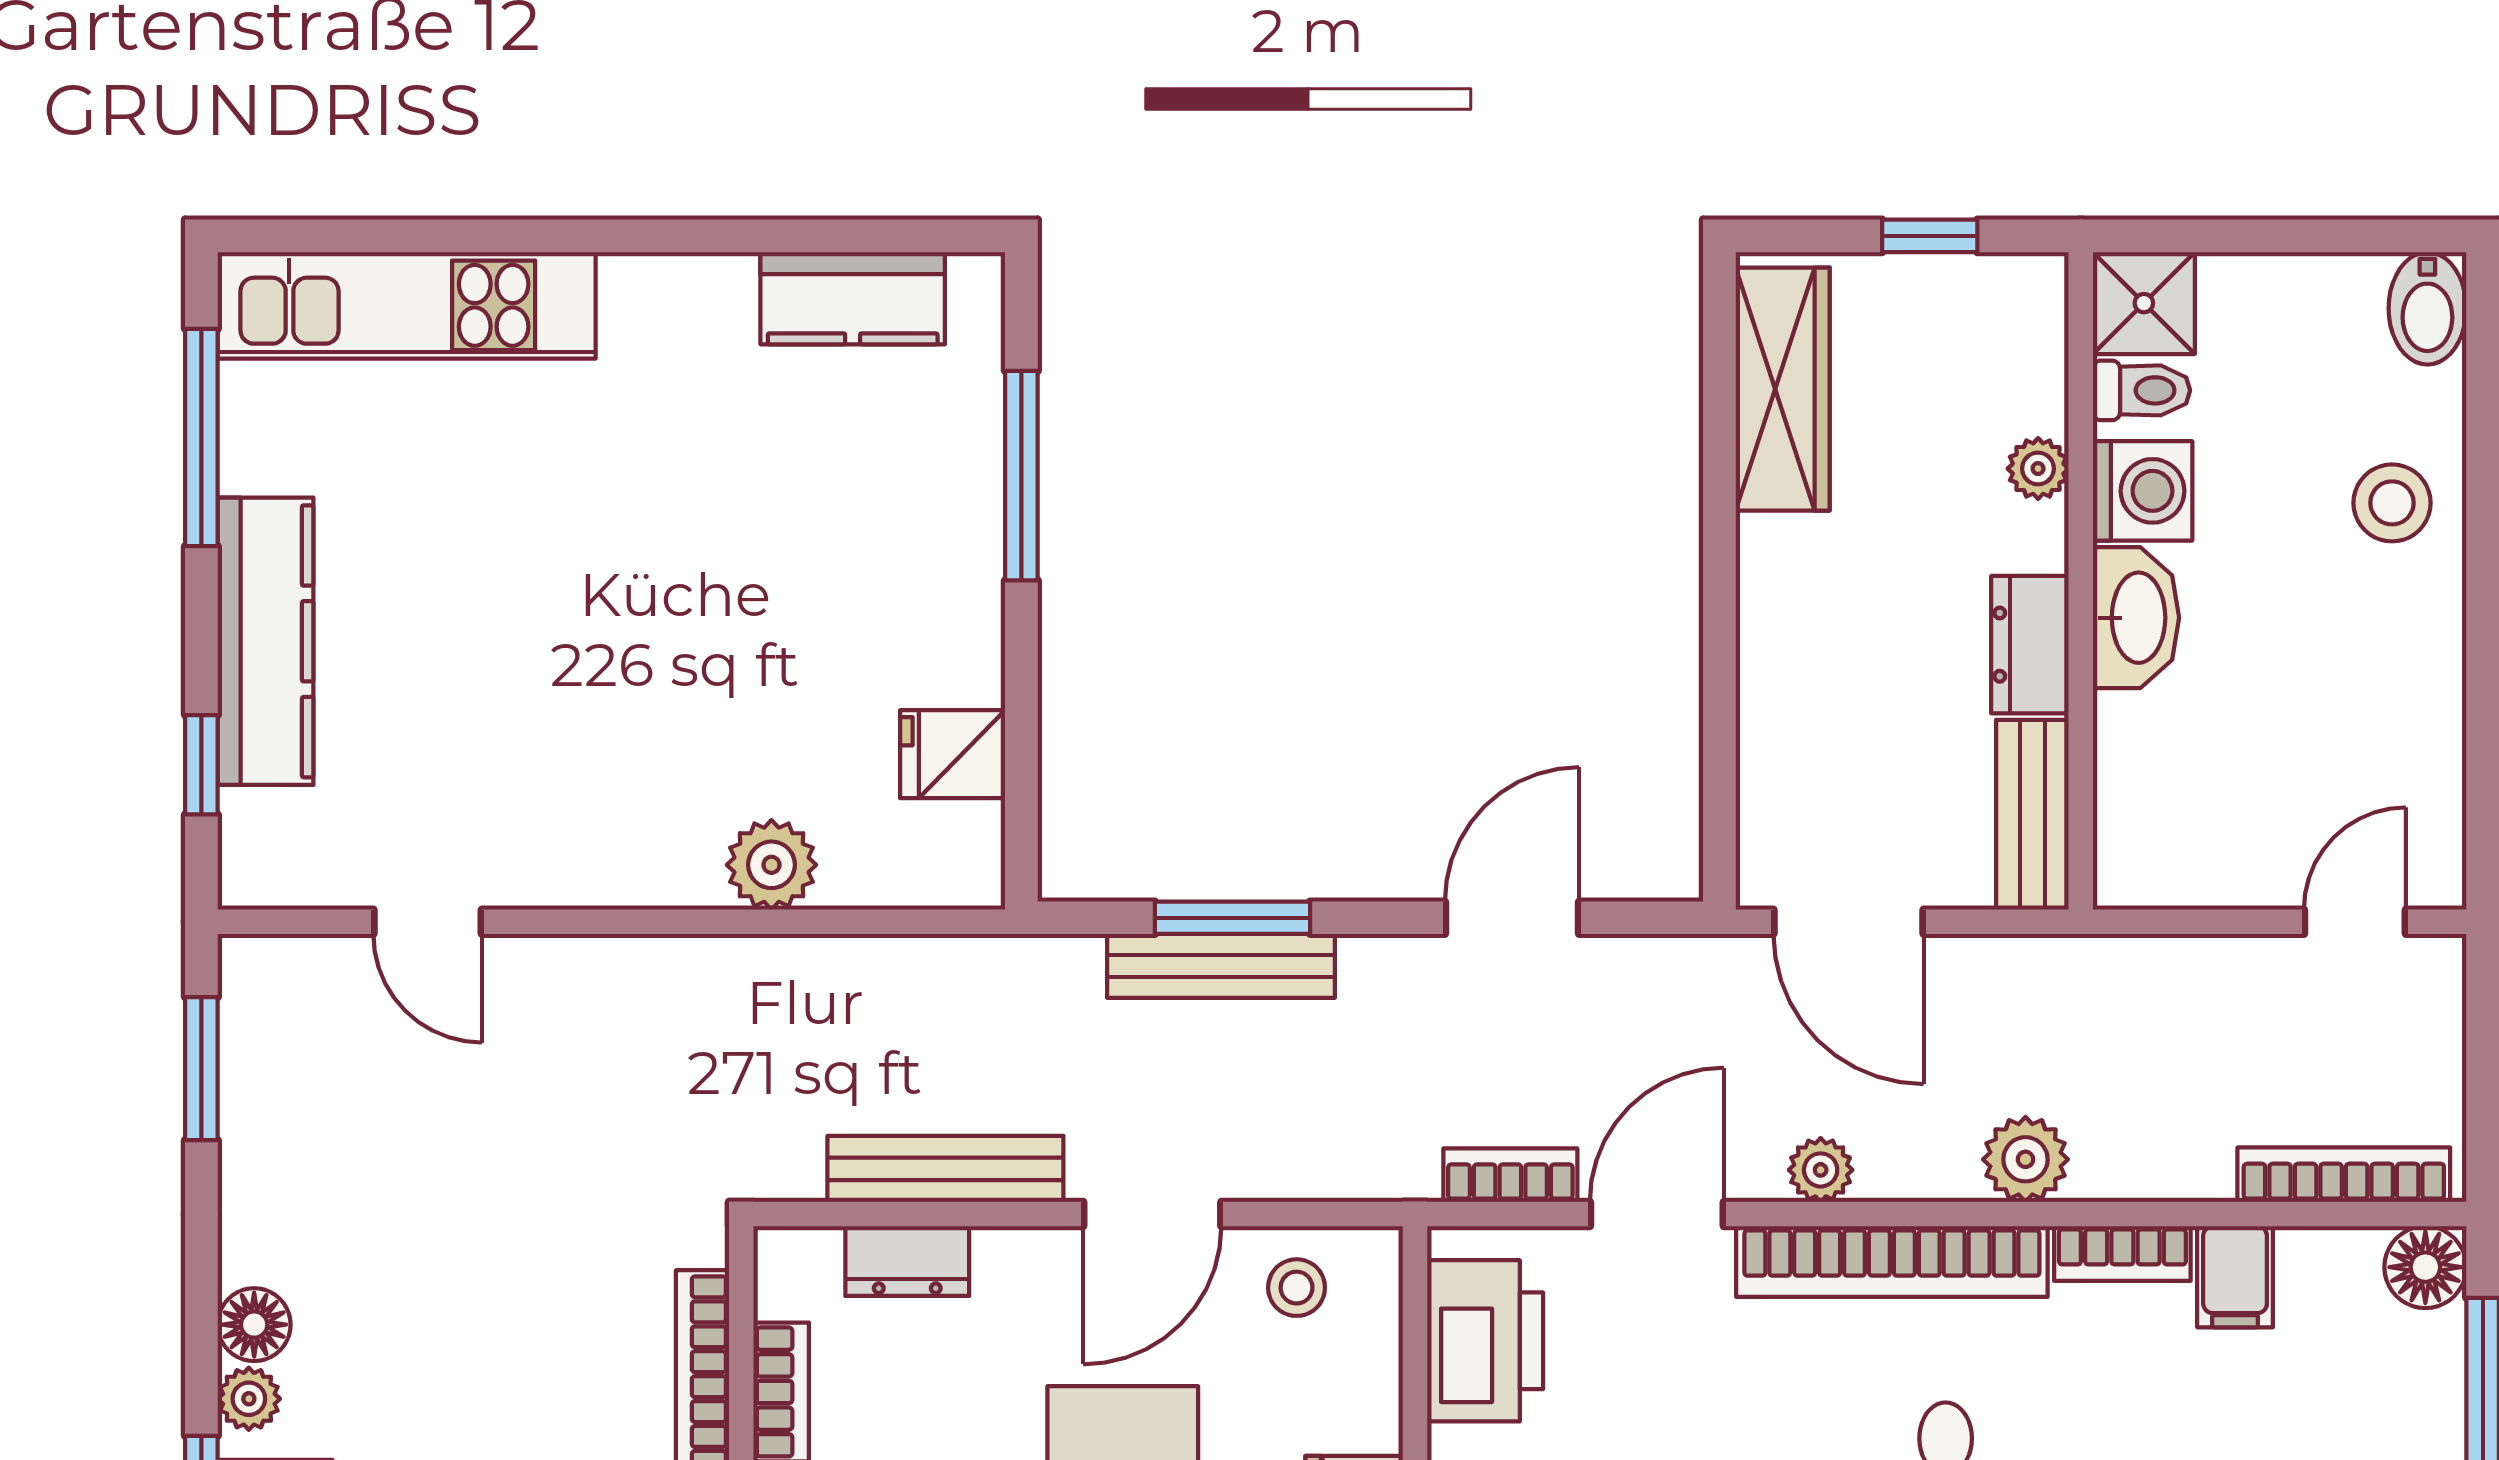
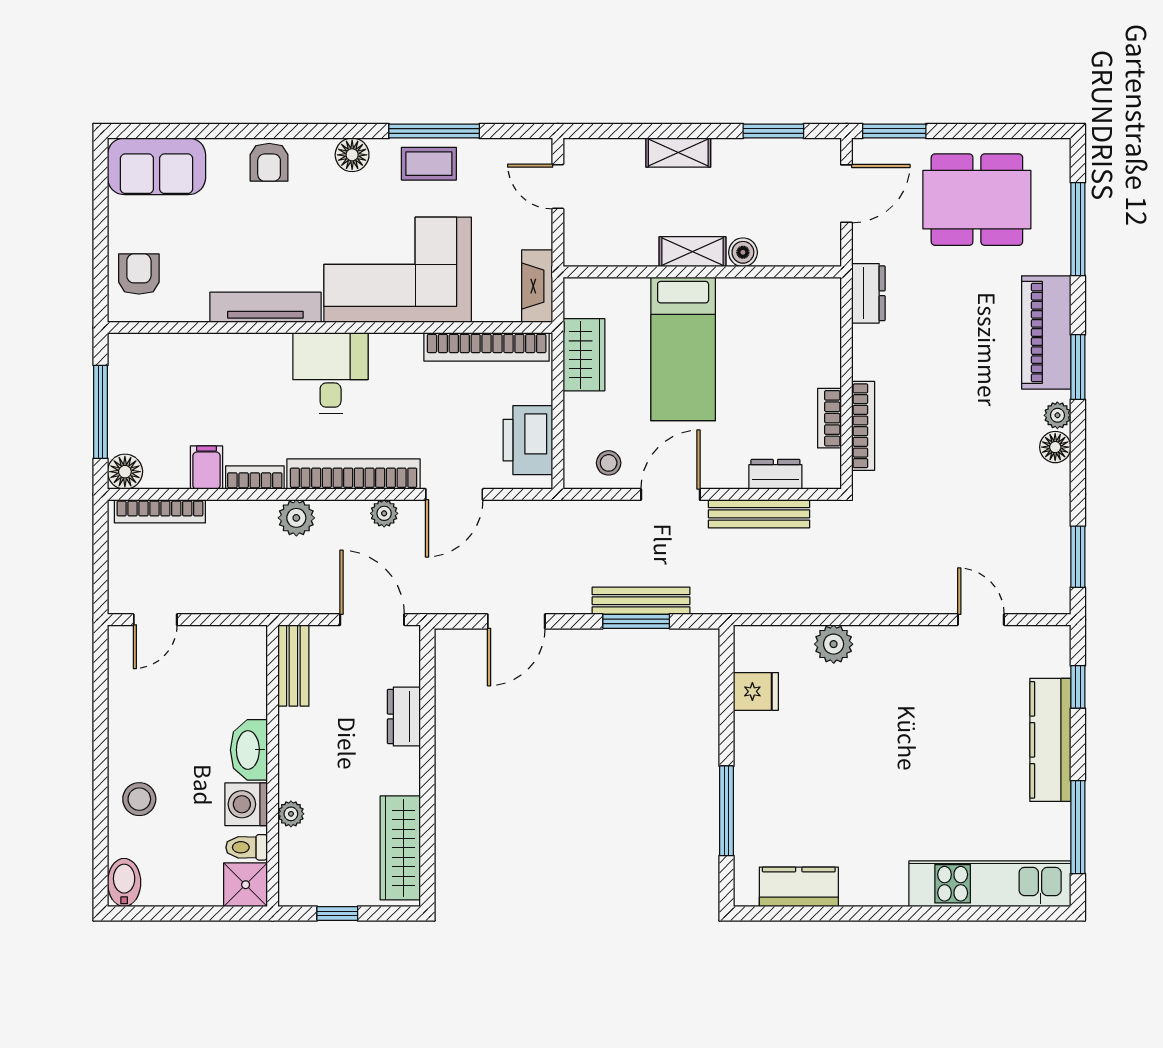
dresser: (2030, 645) -> (404, 717), moved, turned 180
bookcase: (1510, 1175) -> (517, 511), removed

